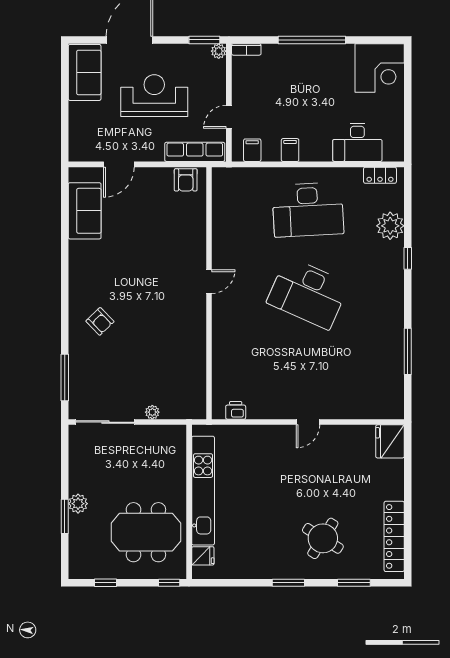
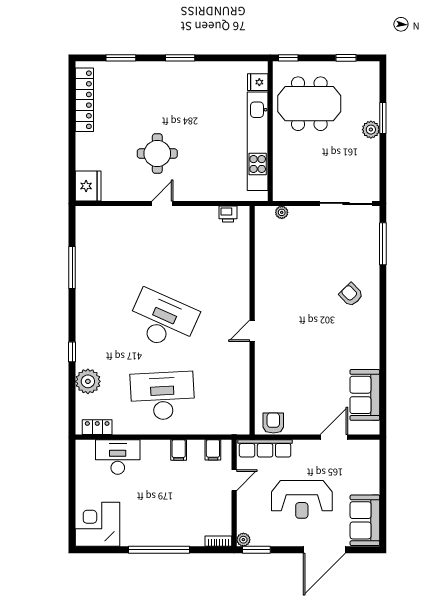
plant: (152, 412) -> (282, 212), moved
round table: (323, 538) -> (157, 154), moved, turned -32

